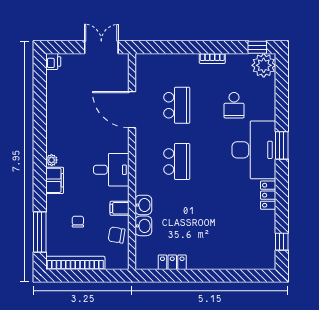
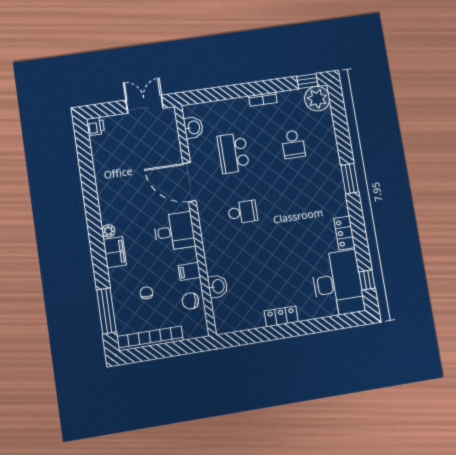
school desk: (177, 105) -> (233, 153), turned 180
door: (132, 110) -> (189, 182), moved
desk: (254, 150) -> (338, 283), moved
school desk: (177, 161) -> (243, 212), width x0.54
washbasin: (143, 205) -> (193, 127), moved
locker: (172, 262) -> (281, 316), moved

